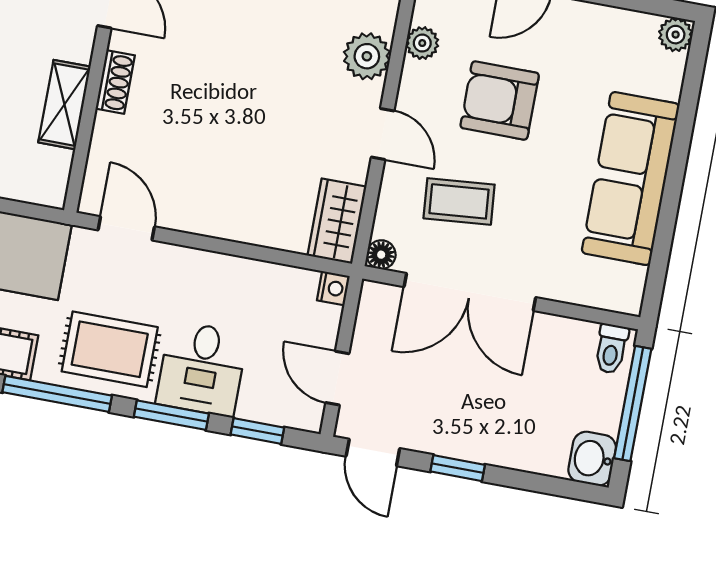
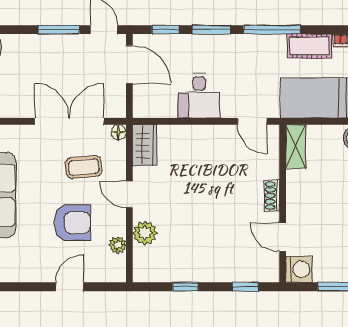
shelving: (64, 105) -> (296, 147), moved
nightstand: (333, 288) -> (140, 110), removed
rug: (110, 349) -> (249, 58), removed
desk: (202, 369) -> (199, 96), moved, turned 180
door: (337, 378) -> (129, 64), width x1.37
window: (458, 468) -> (59, 30), width x1.50

